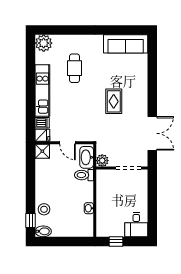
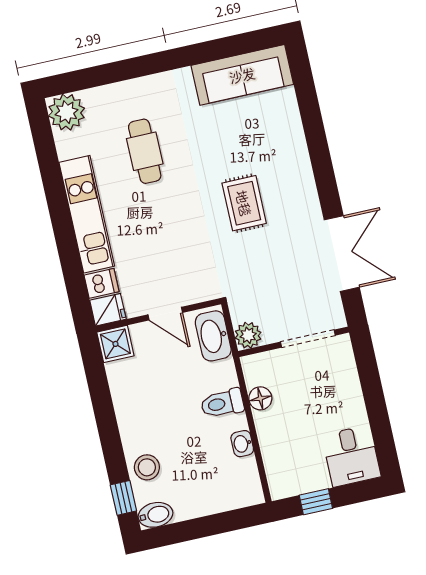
toilet: (84, 175) -> (222, 403), moved
floor lamp: (101, 190) -> (260, 398), added

